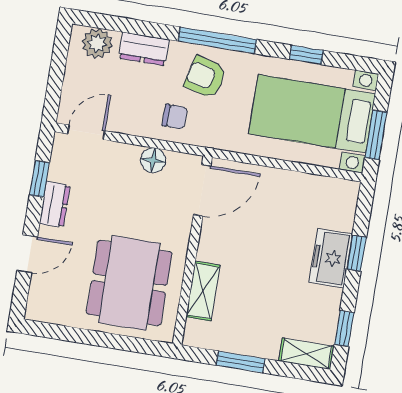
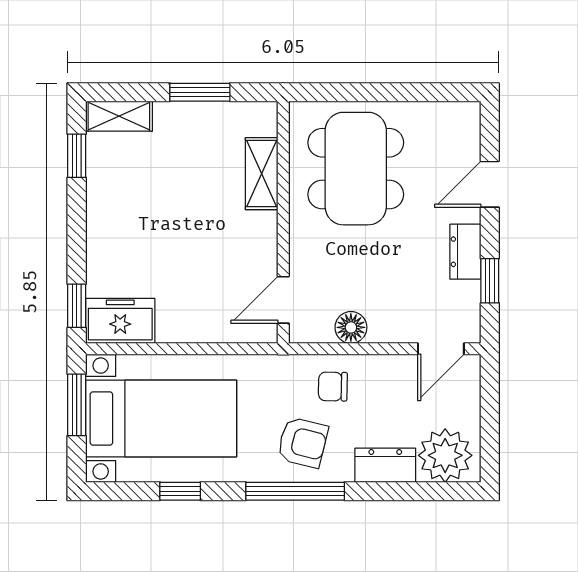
plant: (97, 43) -> (445, 455), width x1.36, depth x1.36
door: (202, 190) -> (283, 300), width x0.73
window: (357, 253) -> (77, 306), moved
freezer: (331, 258) -> (120, 321), moved, turned -90

